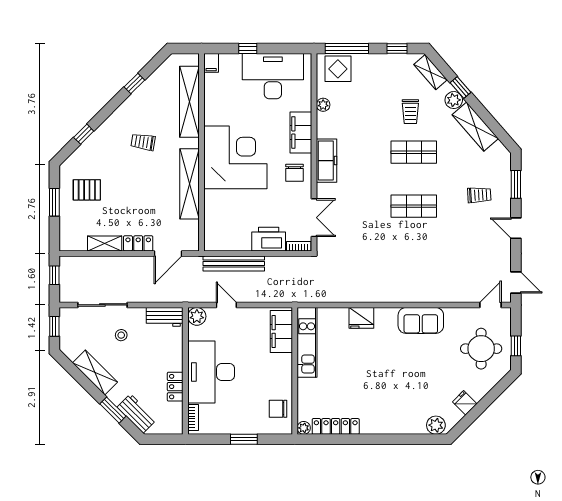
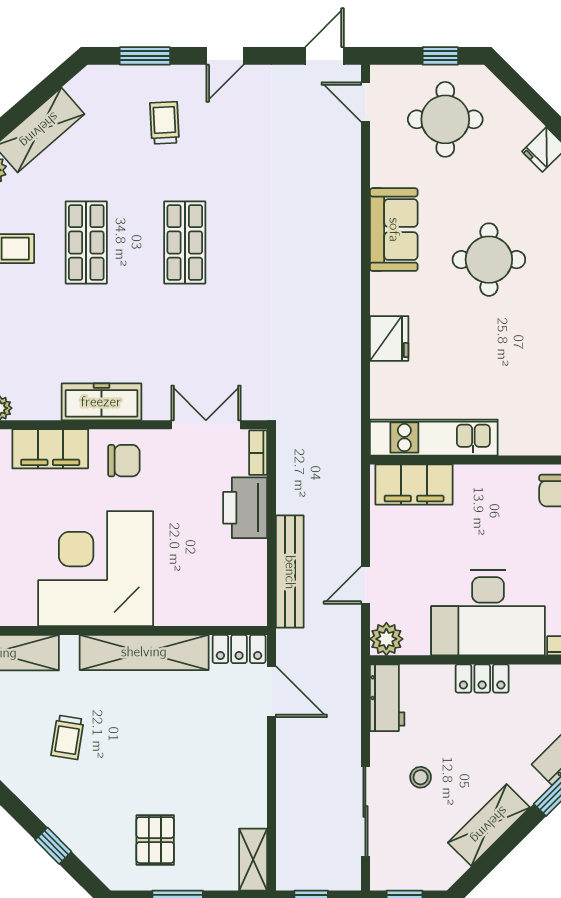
shelving: (105, 243) -> (253, 860), moved
locker: (138, 243) -> (239, 649), moved, turned -90
round table: (404, 372) -> (489, 260), added
locker: (175, 387) -> (482, 678), moved

